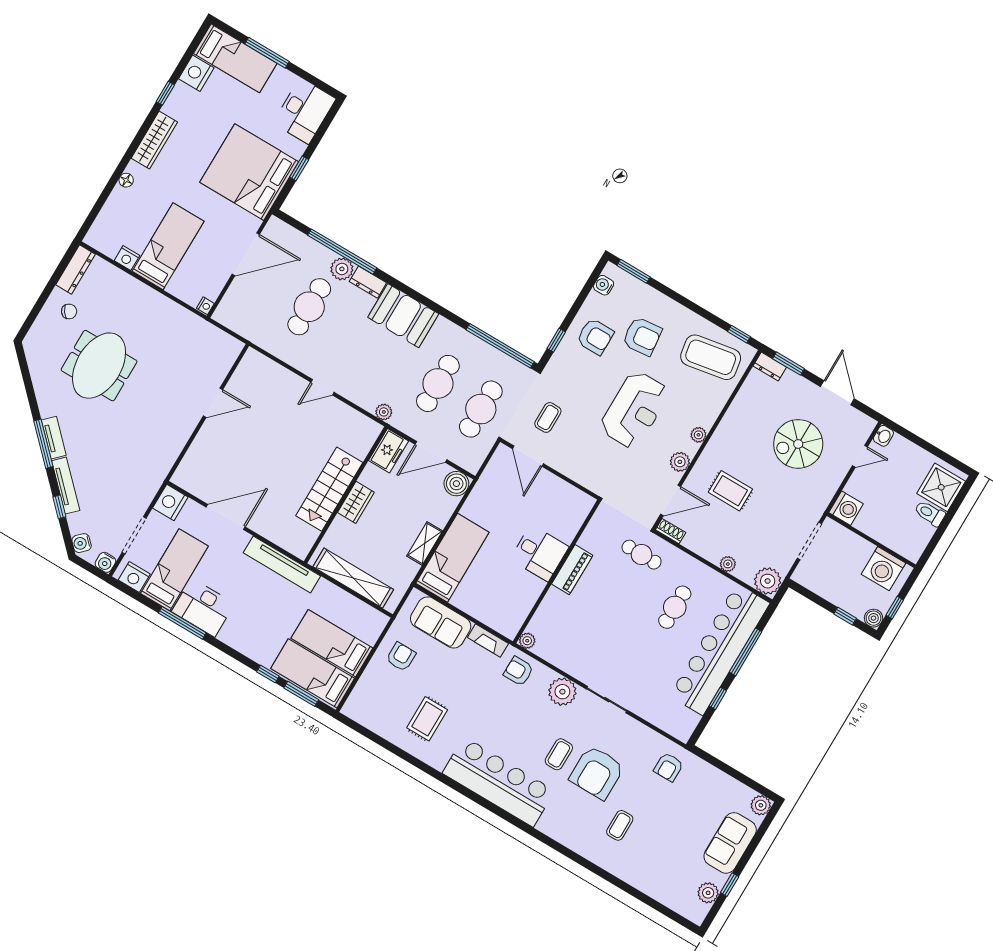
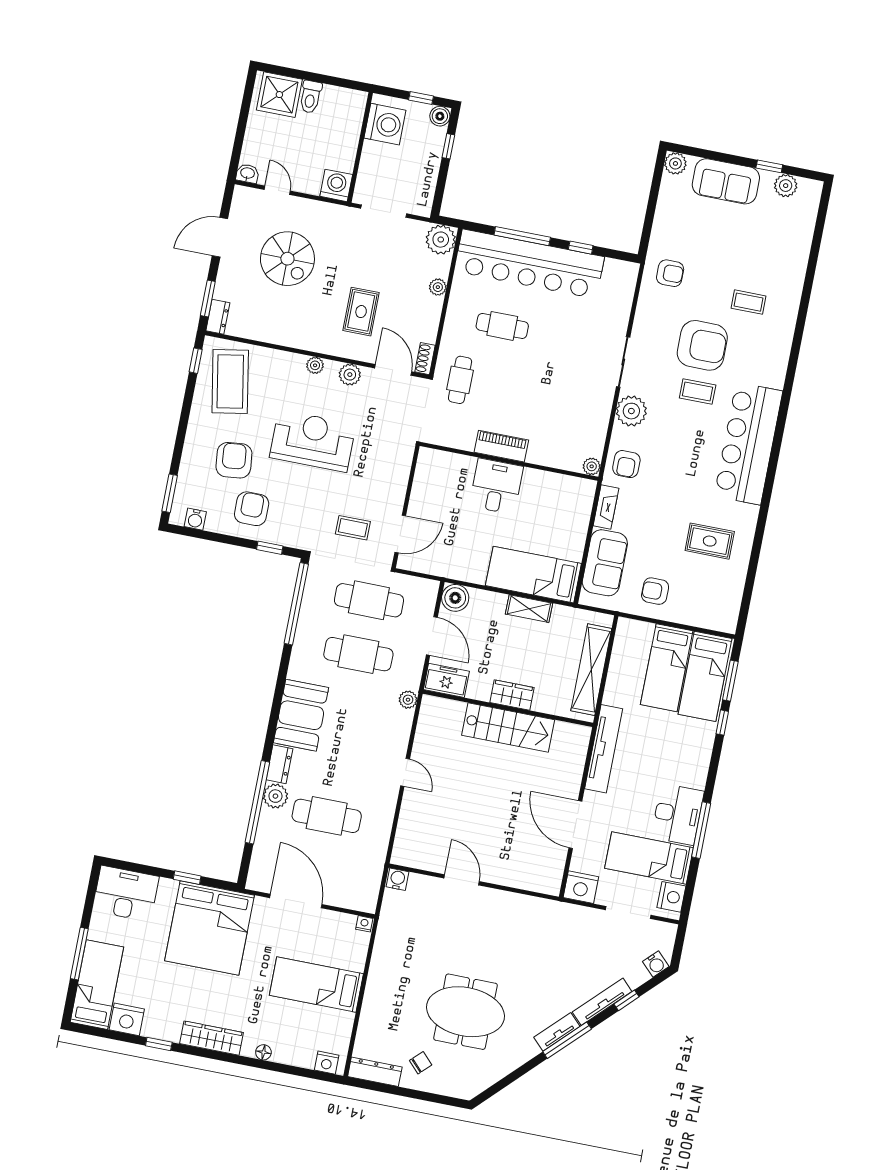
nightstand: (127, 258) -> (327, 1063), moved, turned 90
chair: (69, 311) -> (421, 1063), turned 82
water cooler: (105, 562) -> (397, 879), moved, turned -90

